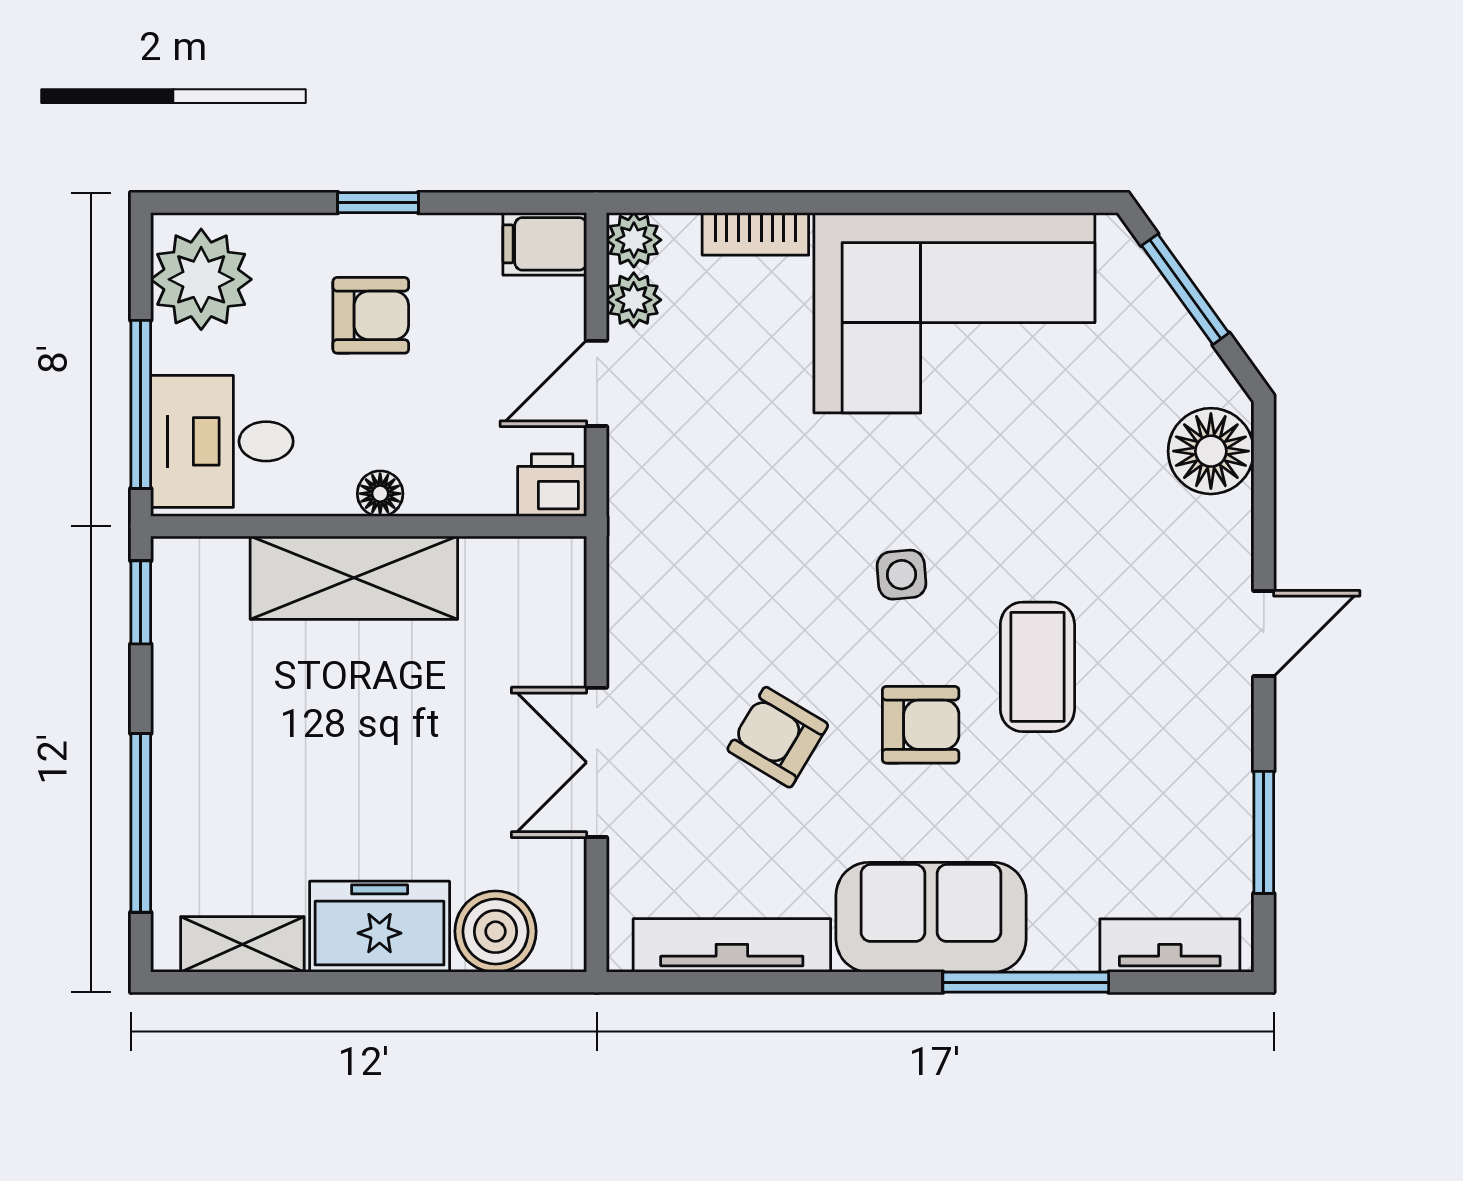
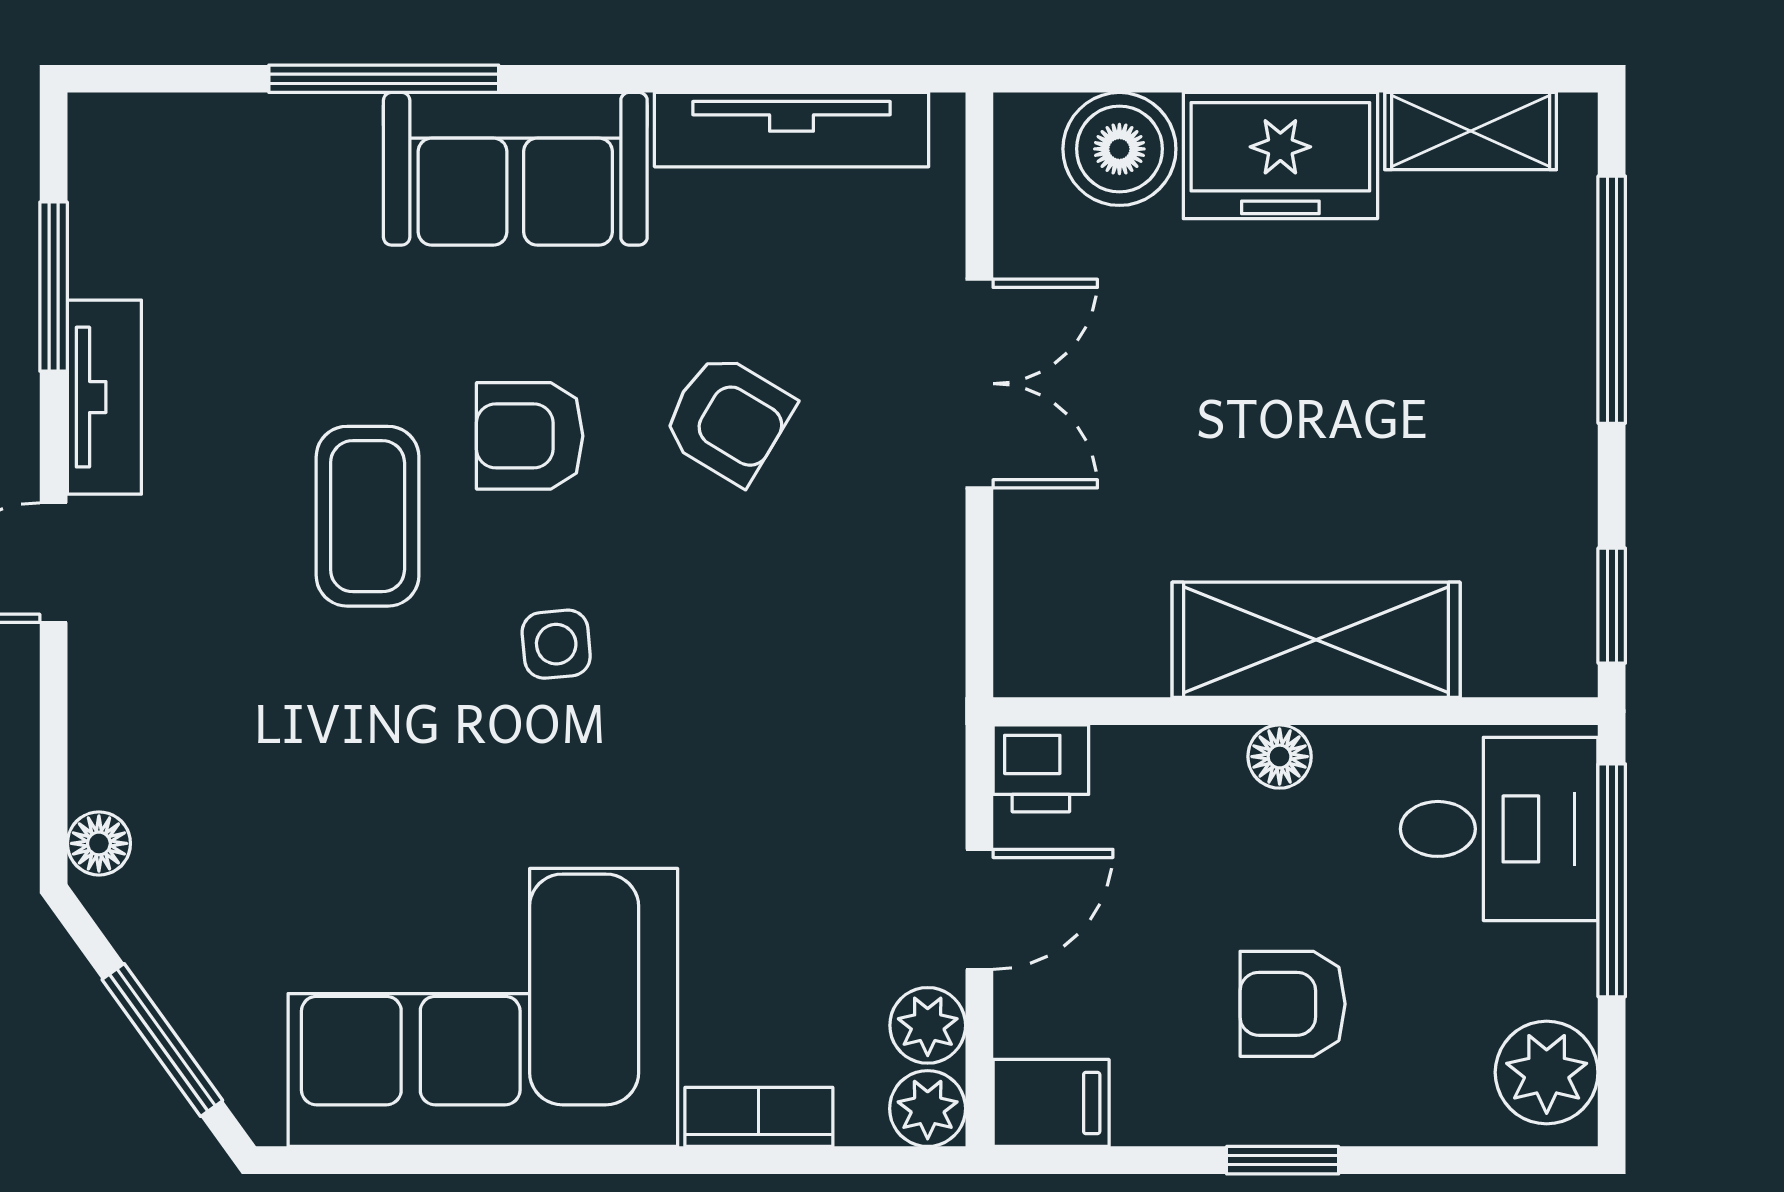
plant: (201, 279) -> (1547, 1072), width x0.73, depth x0.73
floor lamp: (1211, 451) -> (99, 843), width x0.53, depth x0.53
tv unit: (1170, 945) -> (104, 397), moved, turned -90

